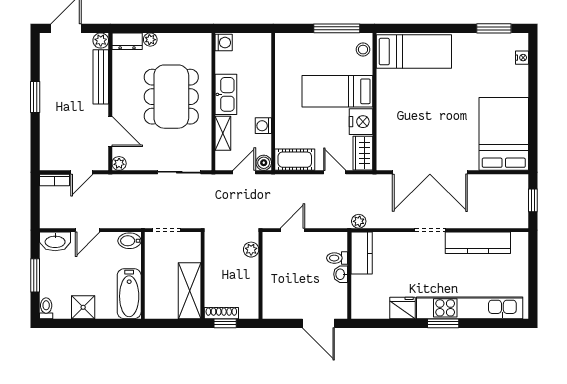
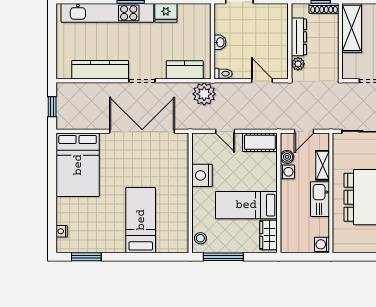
bed: (414, 52) -> (141, 220), moved, turned 90
bed: (337, 91) -> (246, 205), moved, turned 180
wardrobe: (363, 153) -> (269, 235), moved, turned 180
boiler: (264, 163) -> (287, 157), moved
plant: (359, 221) -> (204, 94), width x1.88, depth x1.88
door: (292, 230) -> (262, 81), swing flipped
kitchen counter: (362, 253) -> (185, 70), moved, turned 90
toilet: (337, 258) -> (223, 74), moved
dresser: (250, 280) -> (299, 37), added

